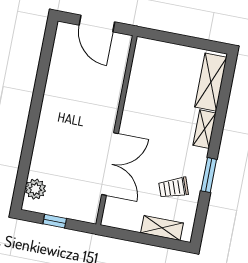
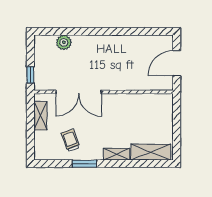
plant: (35, 189) -> (64, 42), moved
window: (55, 221) -> (30, 75), moved
shelving: (162, 228) -> (40, 116), moved

